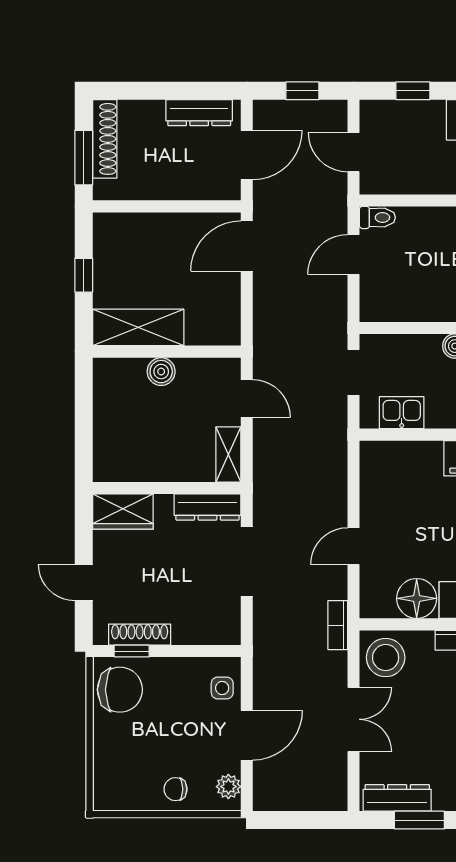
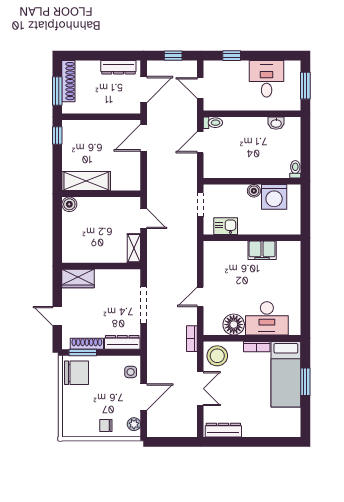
window: (84, 275) -> (57, 136), moved
boiler: (161, 372) -> (69, 204), moved
dresser: (207, 507) -> (122, 342), moved, turned 180
window: (132, 651) -> (83, 352), width x1.50
window: (419, 820) -> (235, 442), removed

